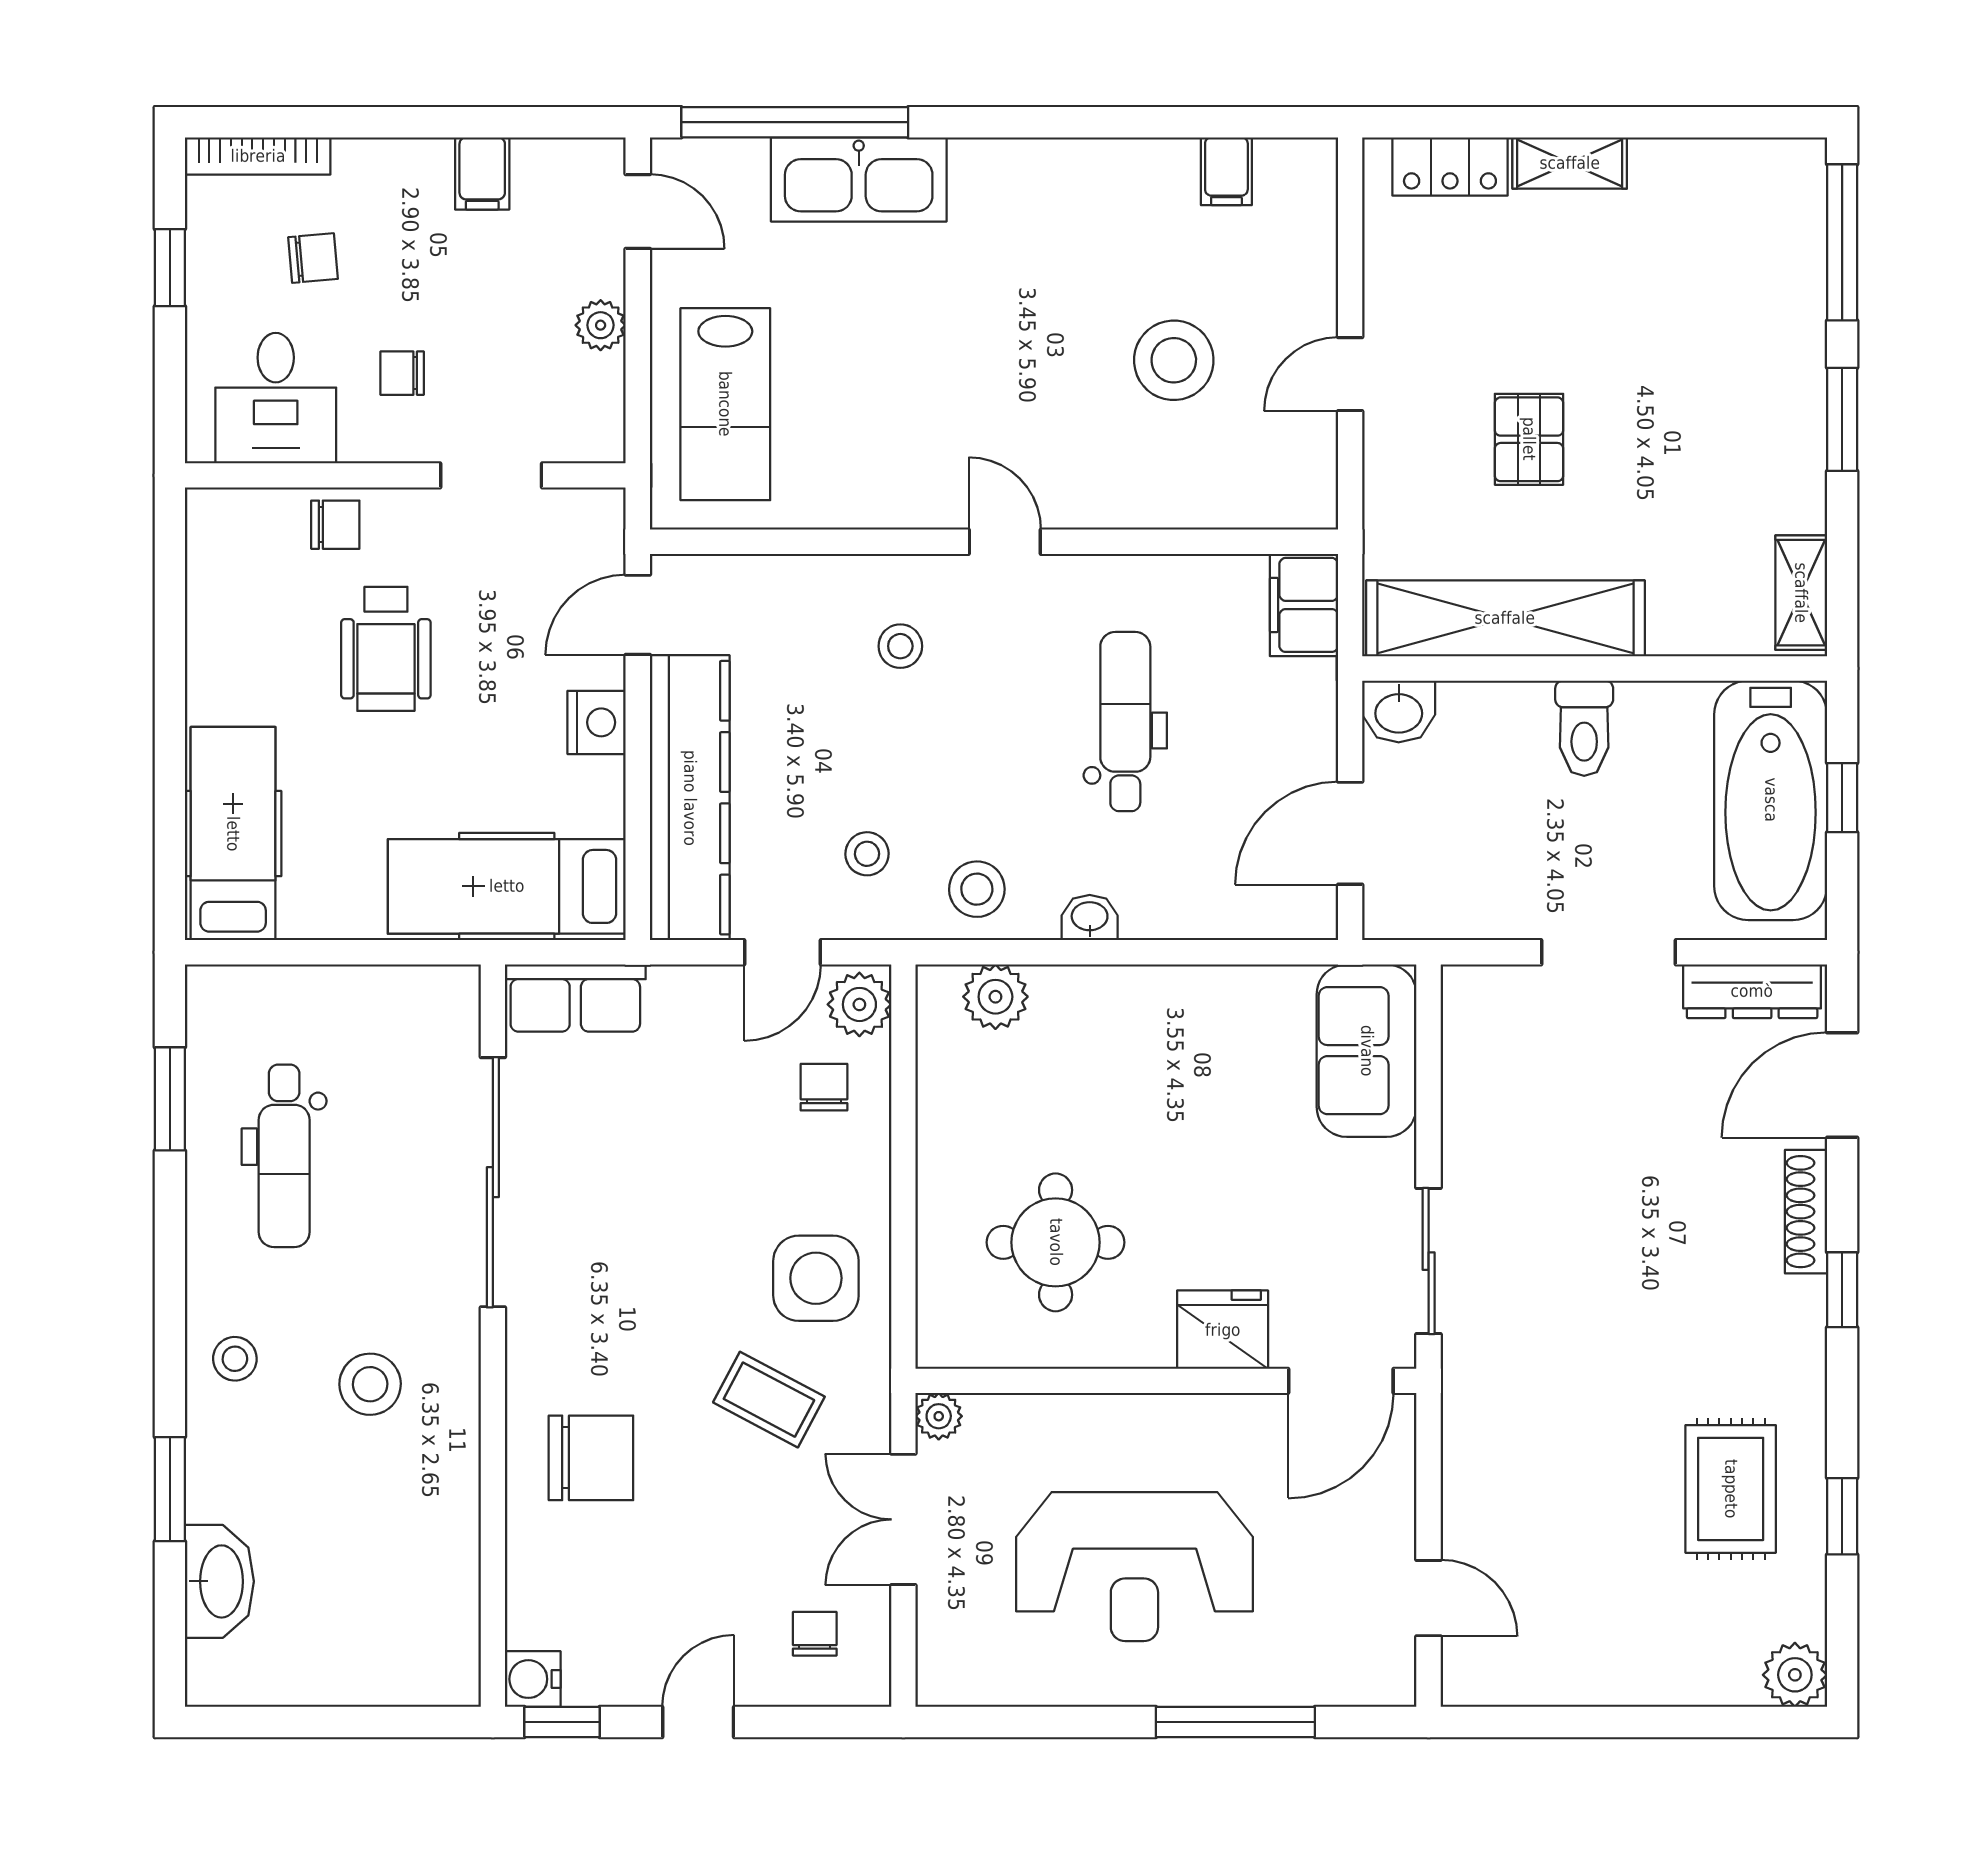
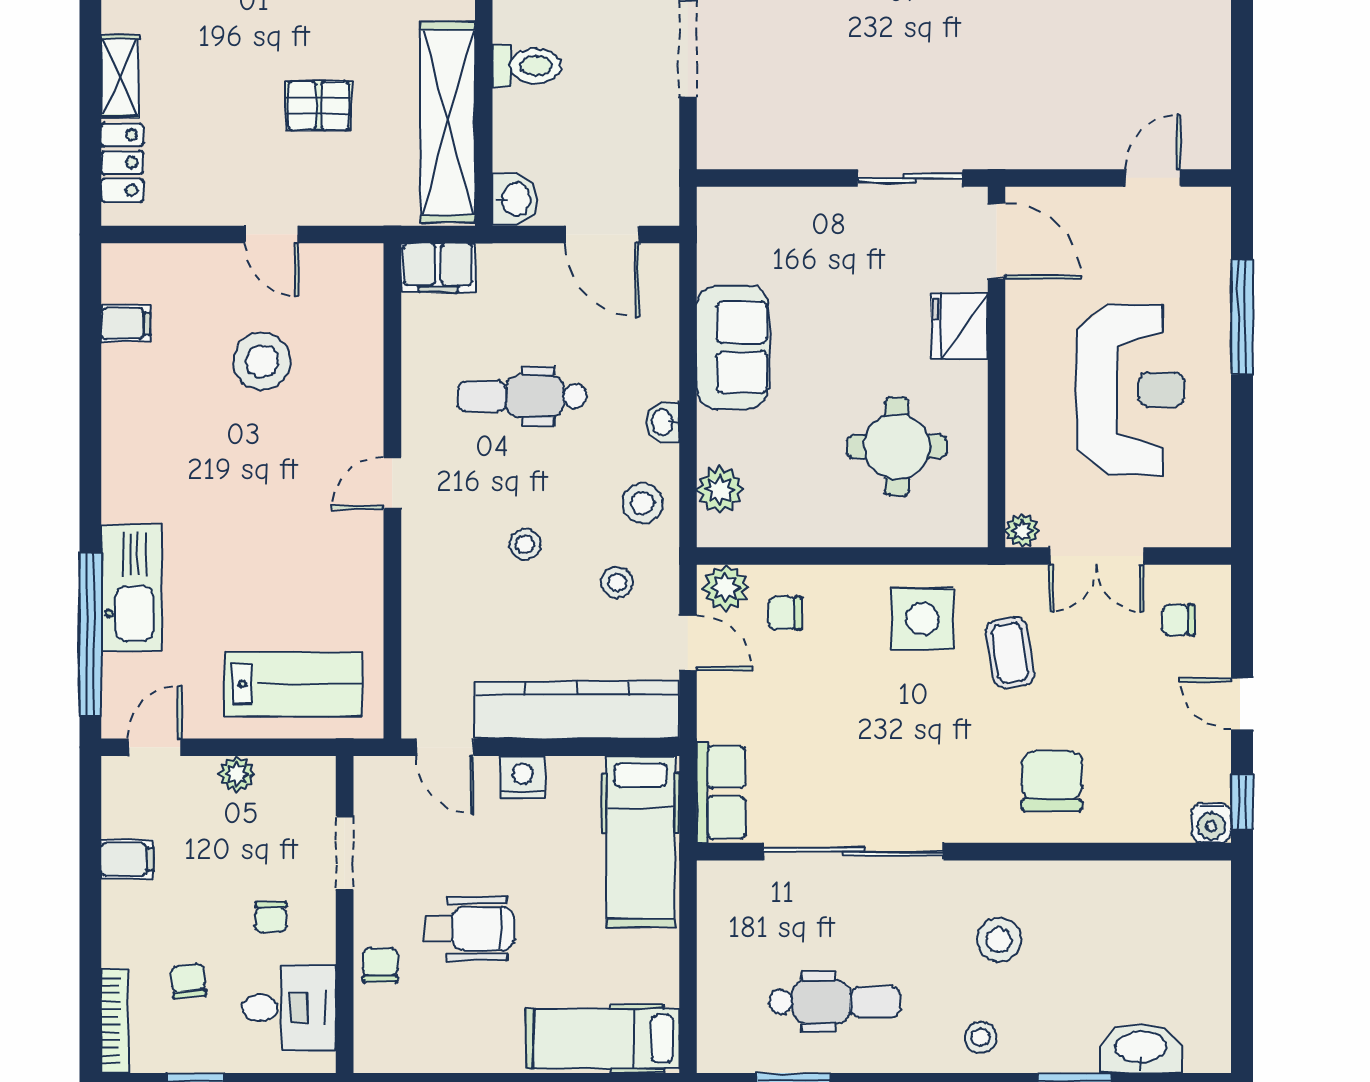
stool: (900, 646) -> (525, 544), moved
sofa: (1367, 1051) -> (733, 347), moved, turned -90
coffee table: (769, 1400) -> (1010, 653), turned -37

